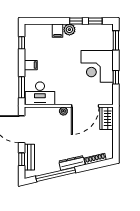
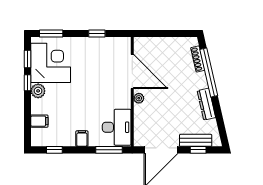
filing cabinet: (58, 31) -> (39, 121), moved
corner desk: (97, 66) -> (51, 63), moved, turned -90
wardrobe: (107, 118) -> (148, 45), removed
dresser: (72, 163) -> (206, 104), moved
window: (56, 174) -> (209, 73), moved

